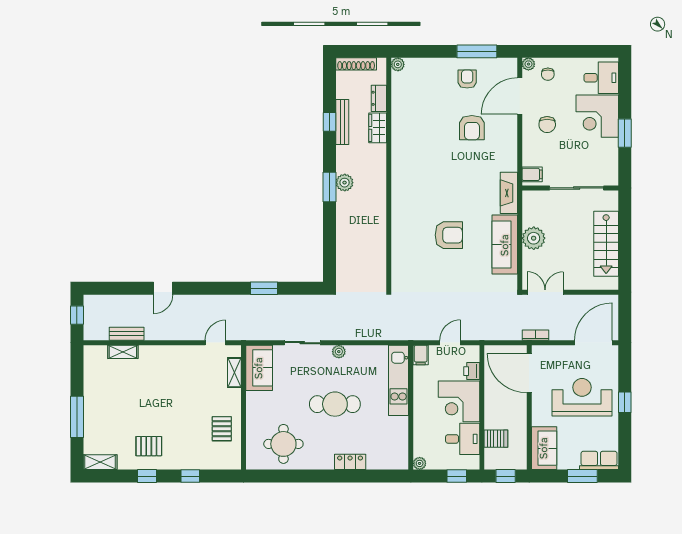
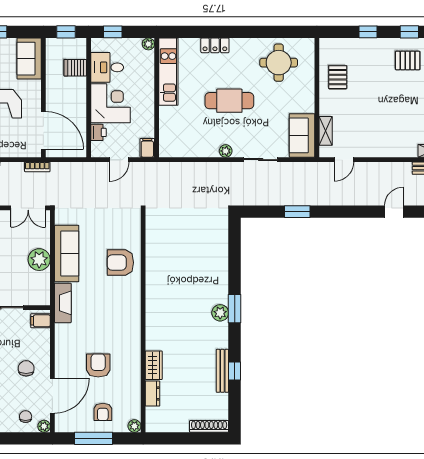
plant: (398, 64) -> (134, 426), moved
dresser: (379, 98) -> (153, 393), moved
wardrobe: (378, 128) -> (154, 365), moved
wall: (389, 174) -> (143, 321), moved
kitchen unit: (399, 380) -> (168, 72), moved

